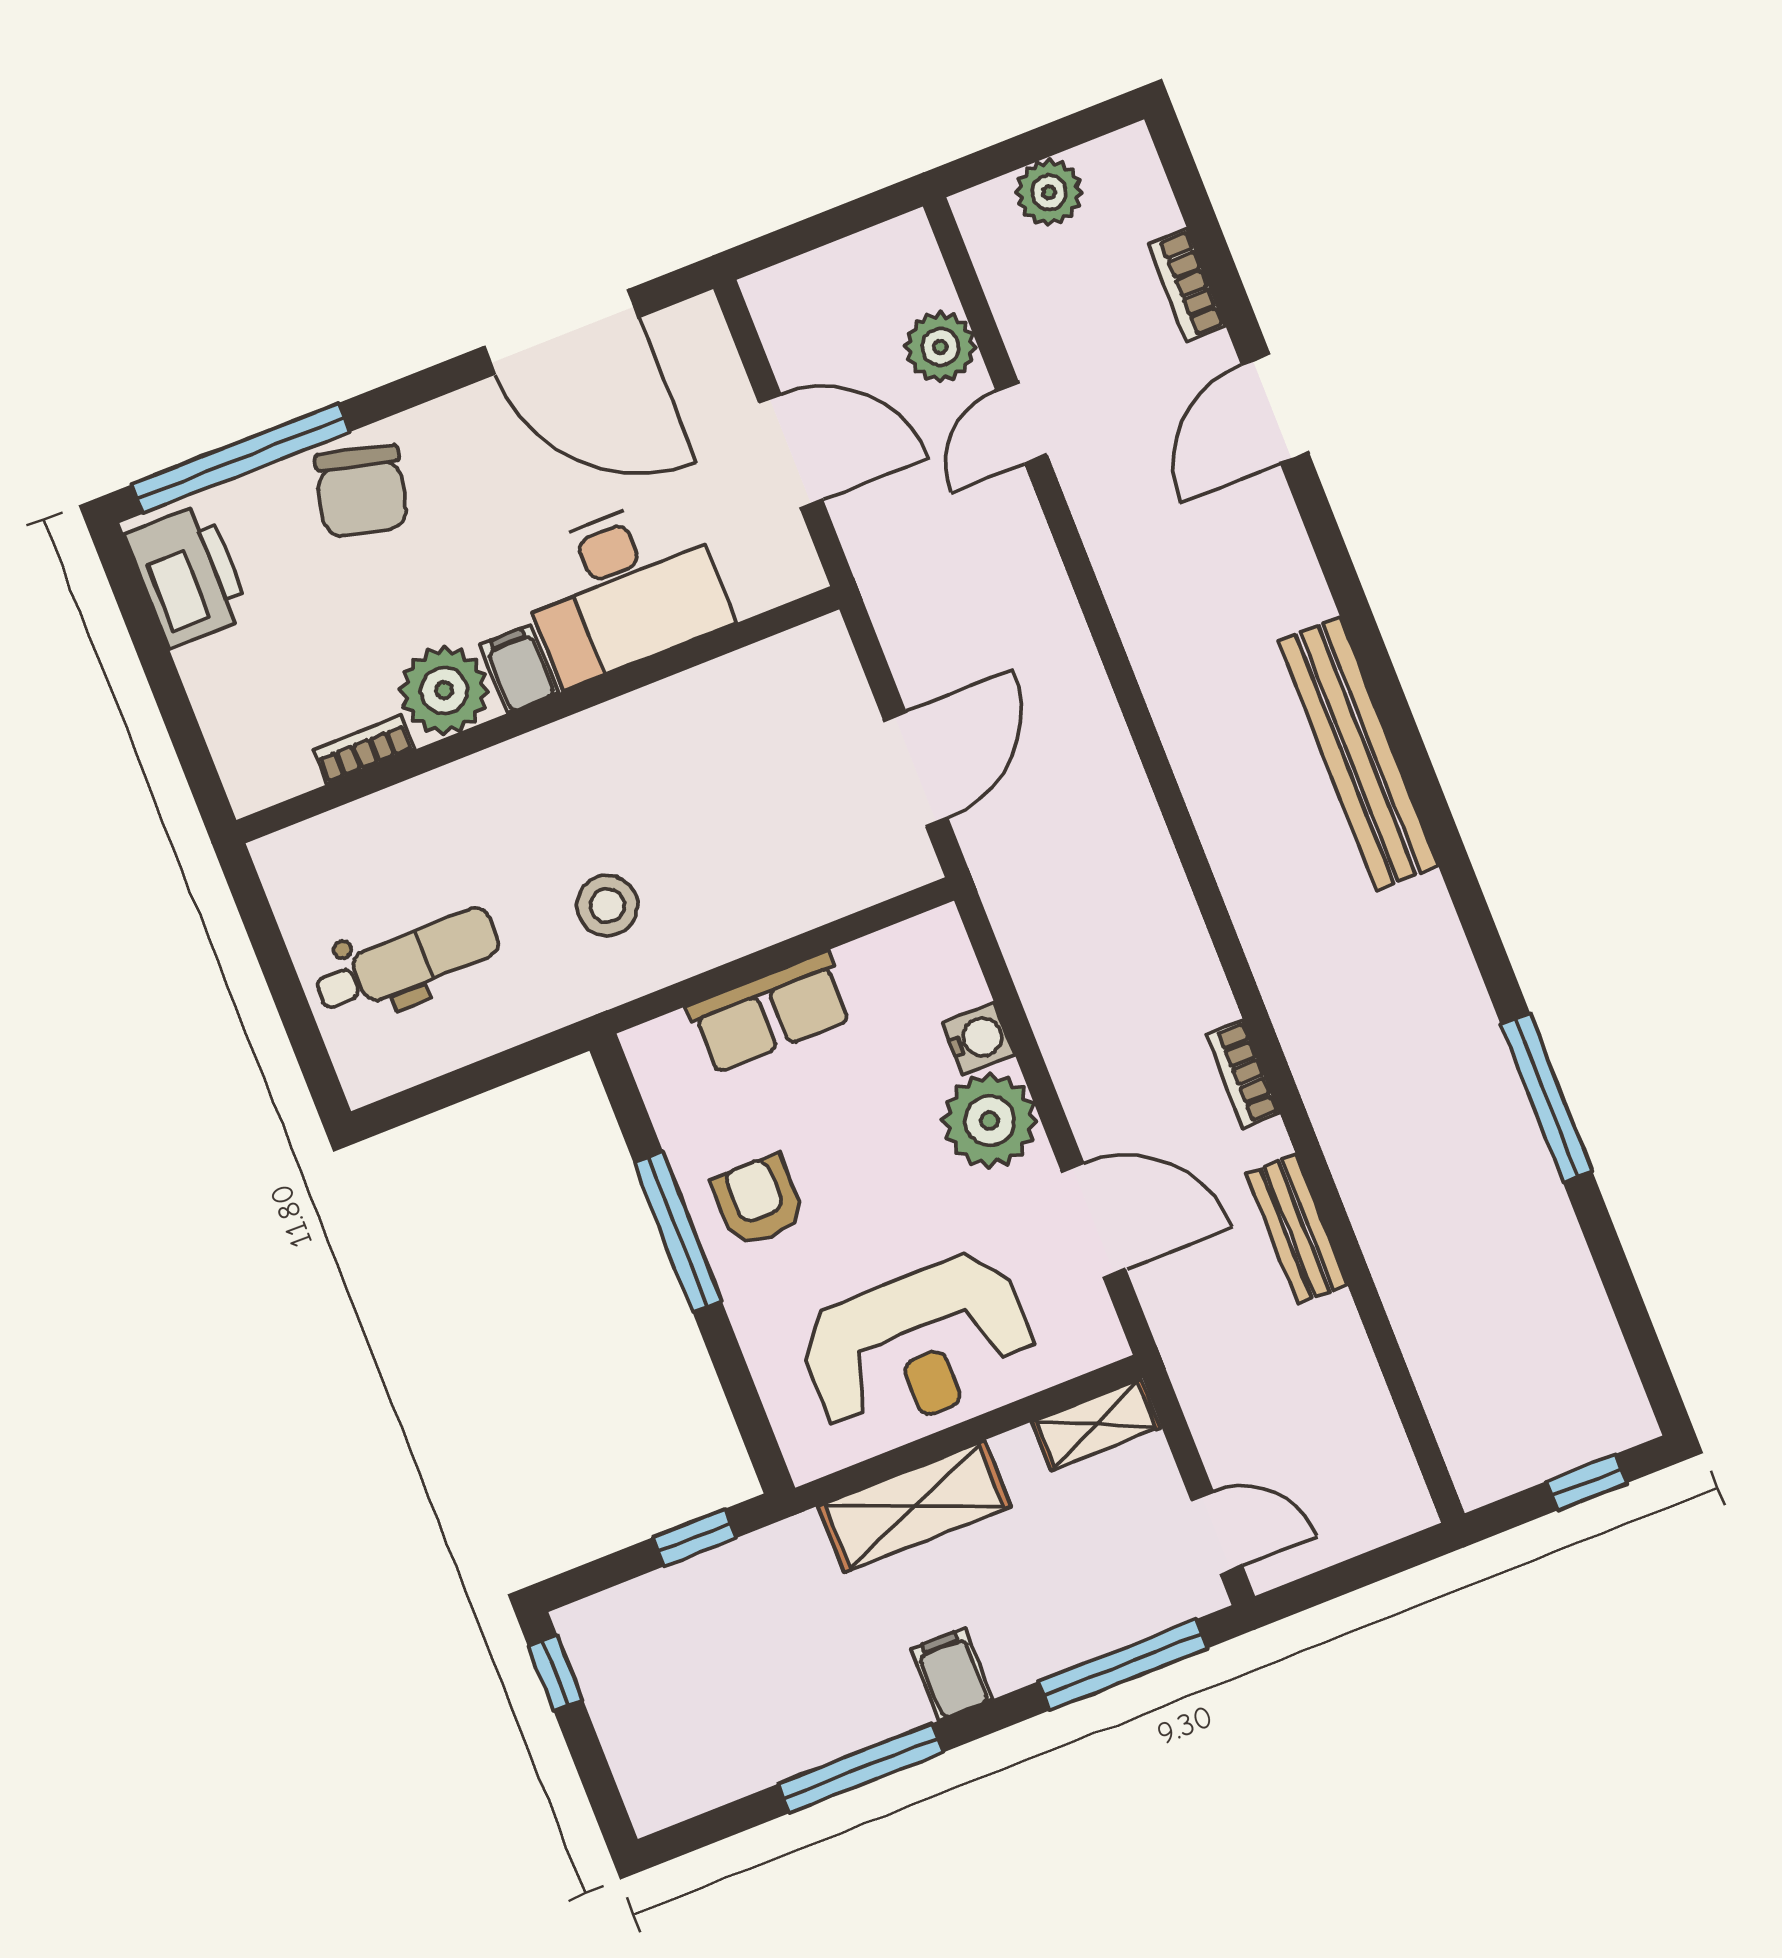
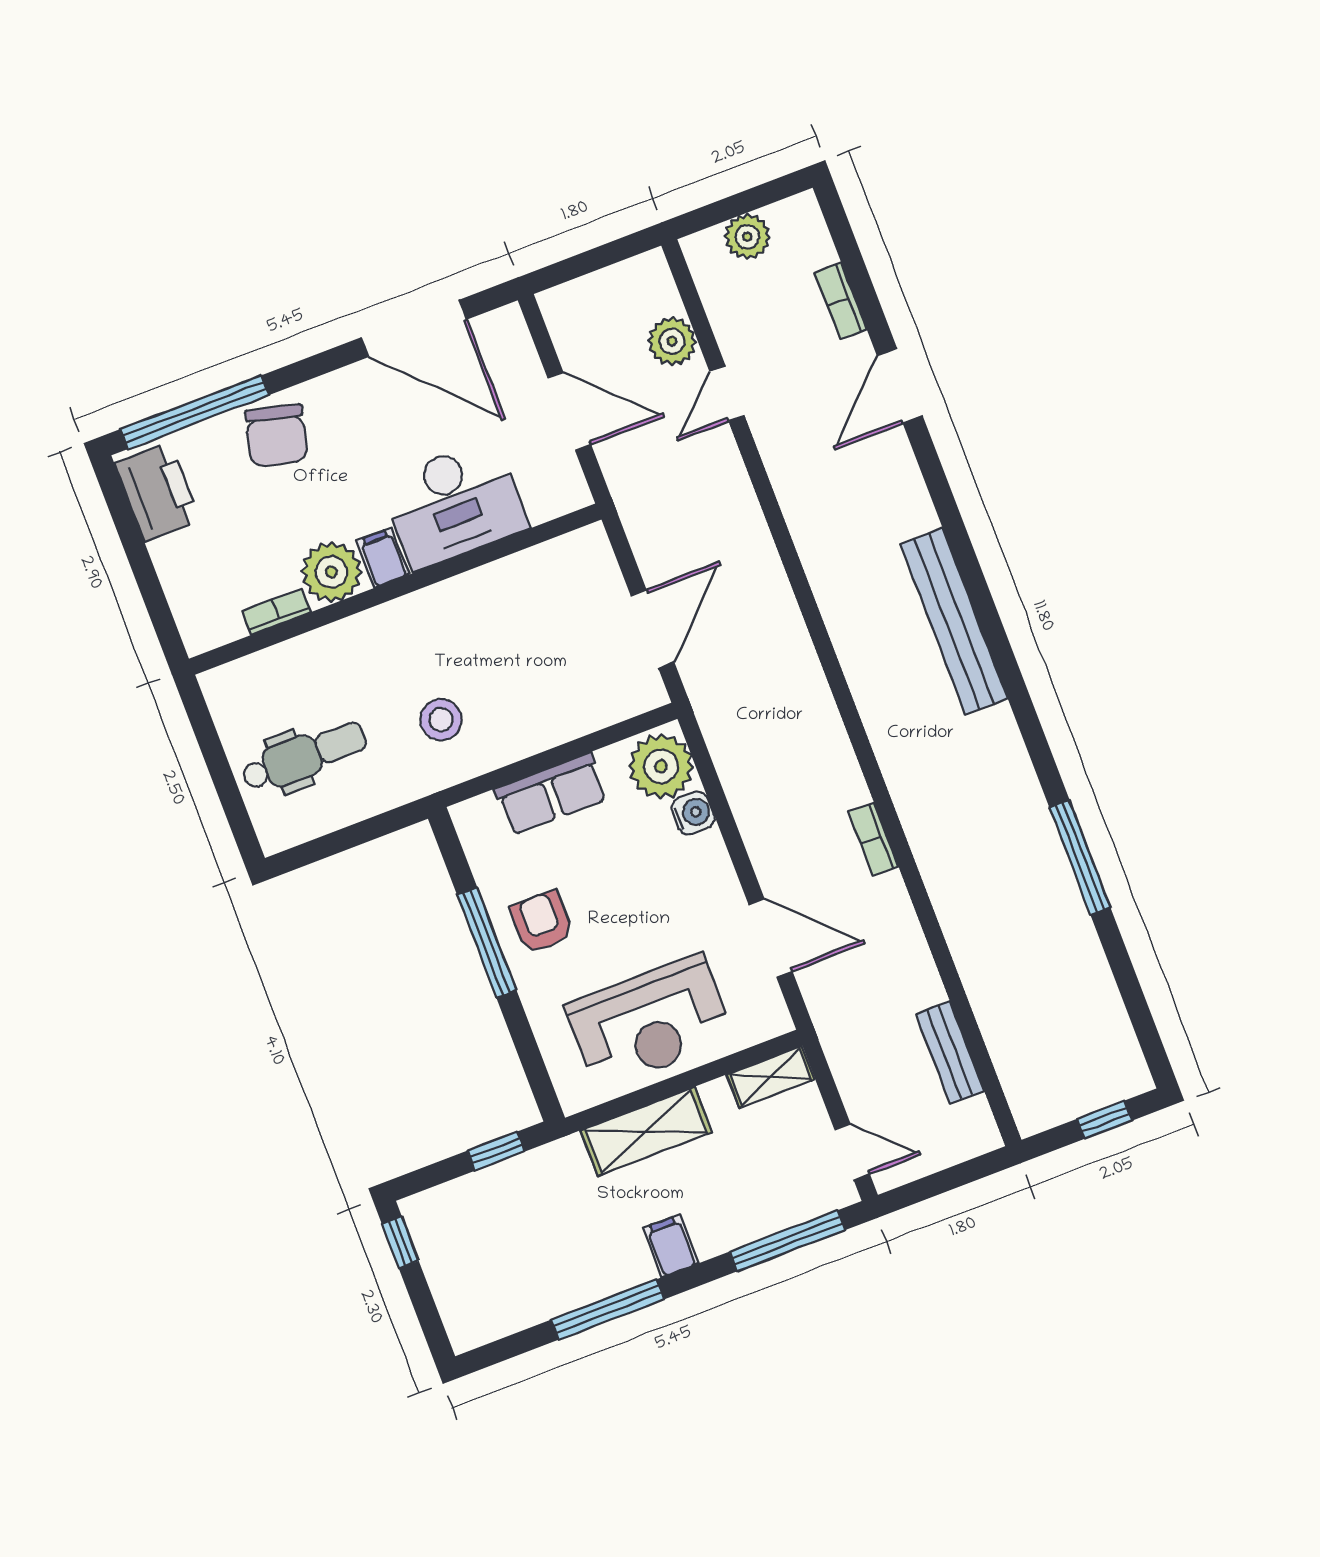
plant: (990, 1121) -> (661, 766), moved
bench: (1297, 1229) -> (950, 1052), moved

